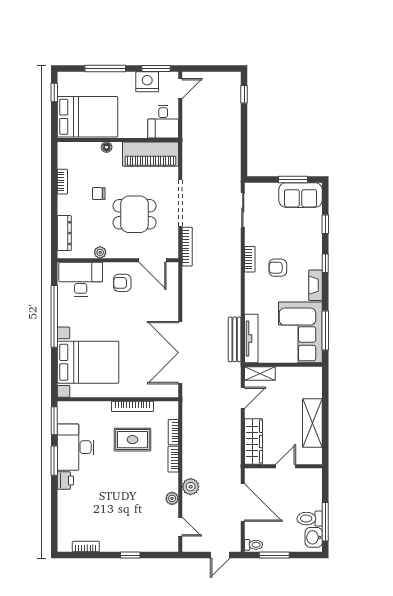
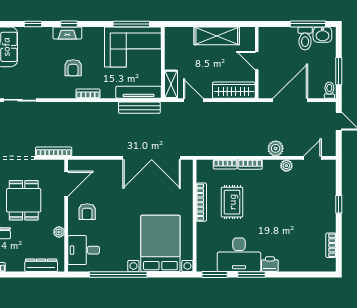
bookcase: (250, 259) -> (88, 94), moved
desk: (81, 279) -> (84, 250), width x0.73
fireplace: (316, 285) -> (67, 33), moved

